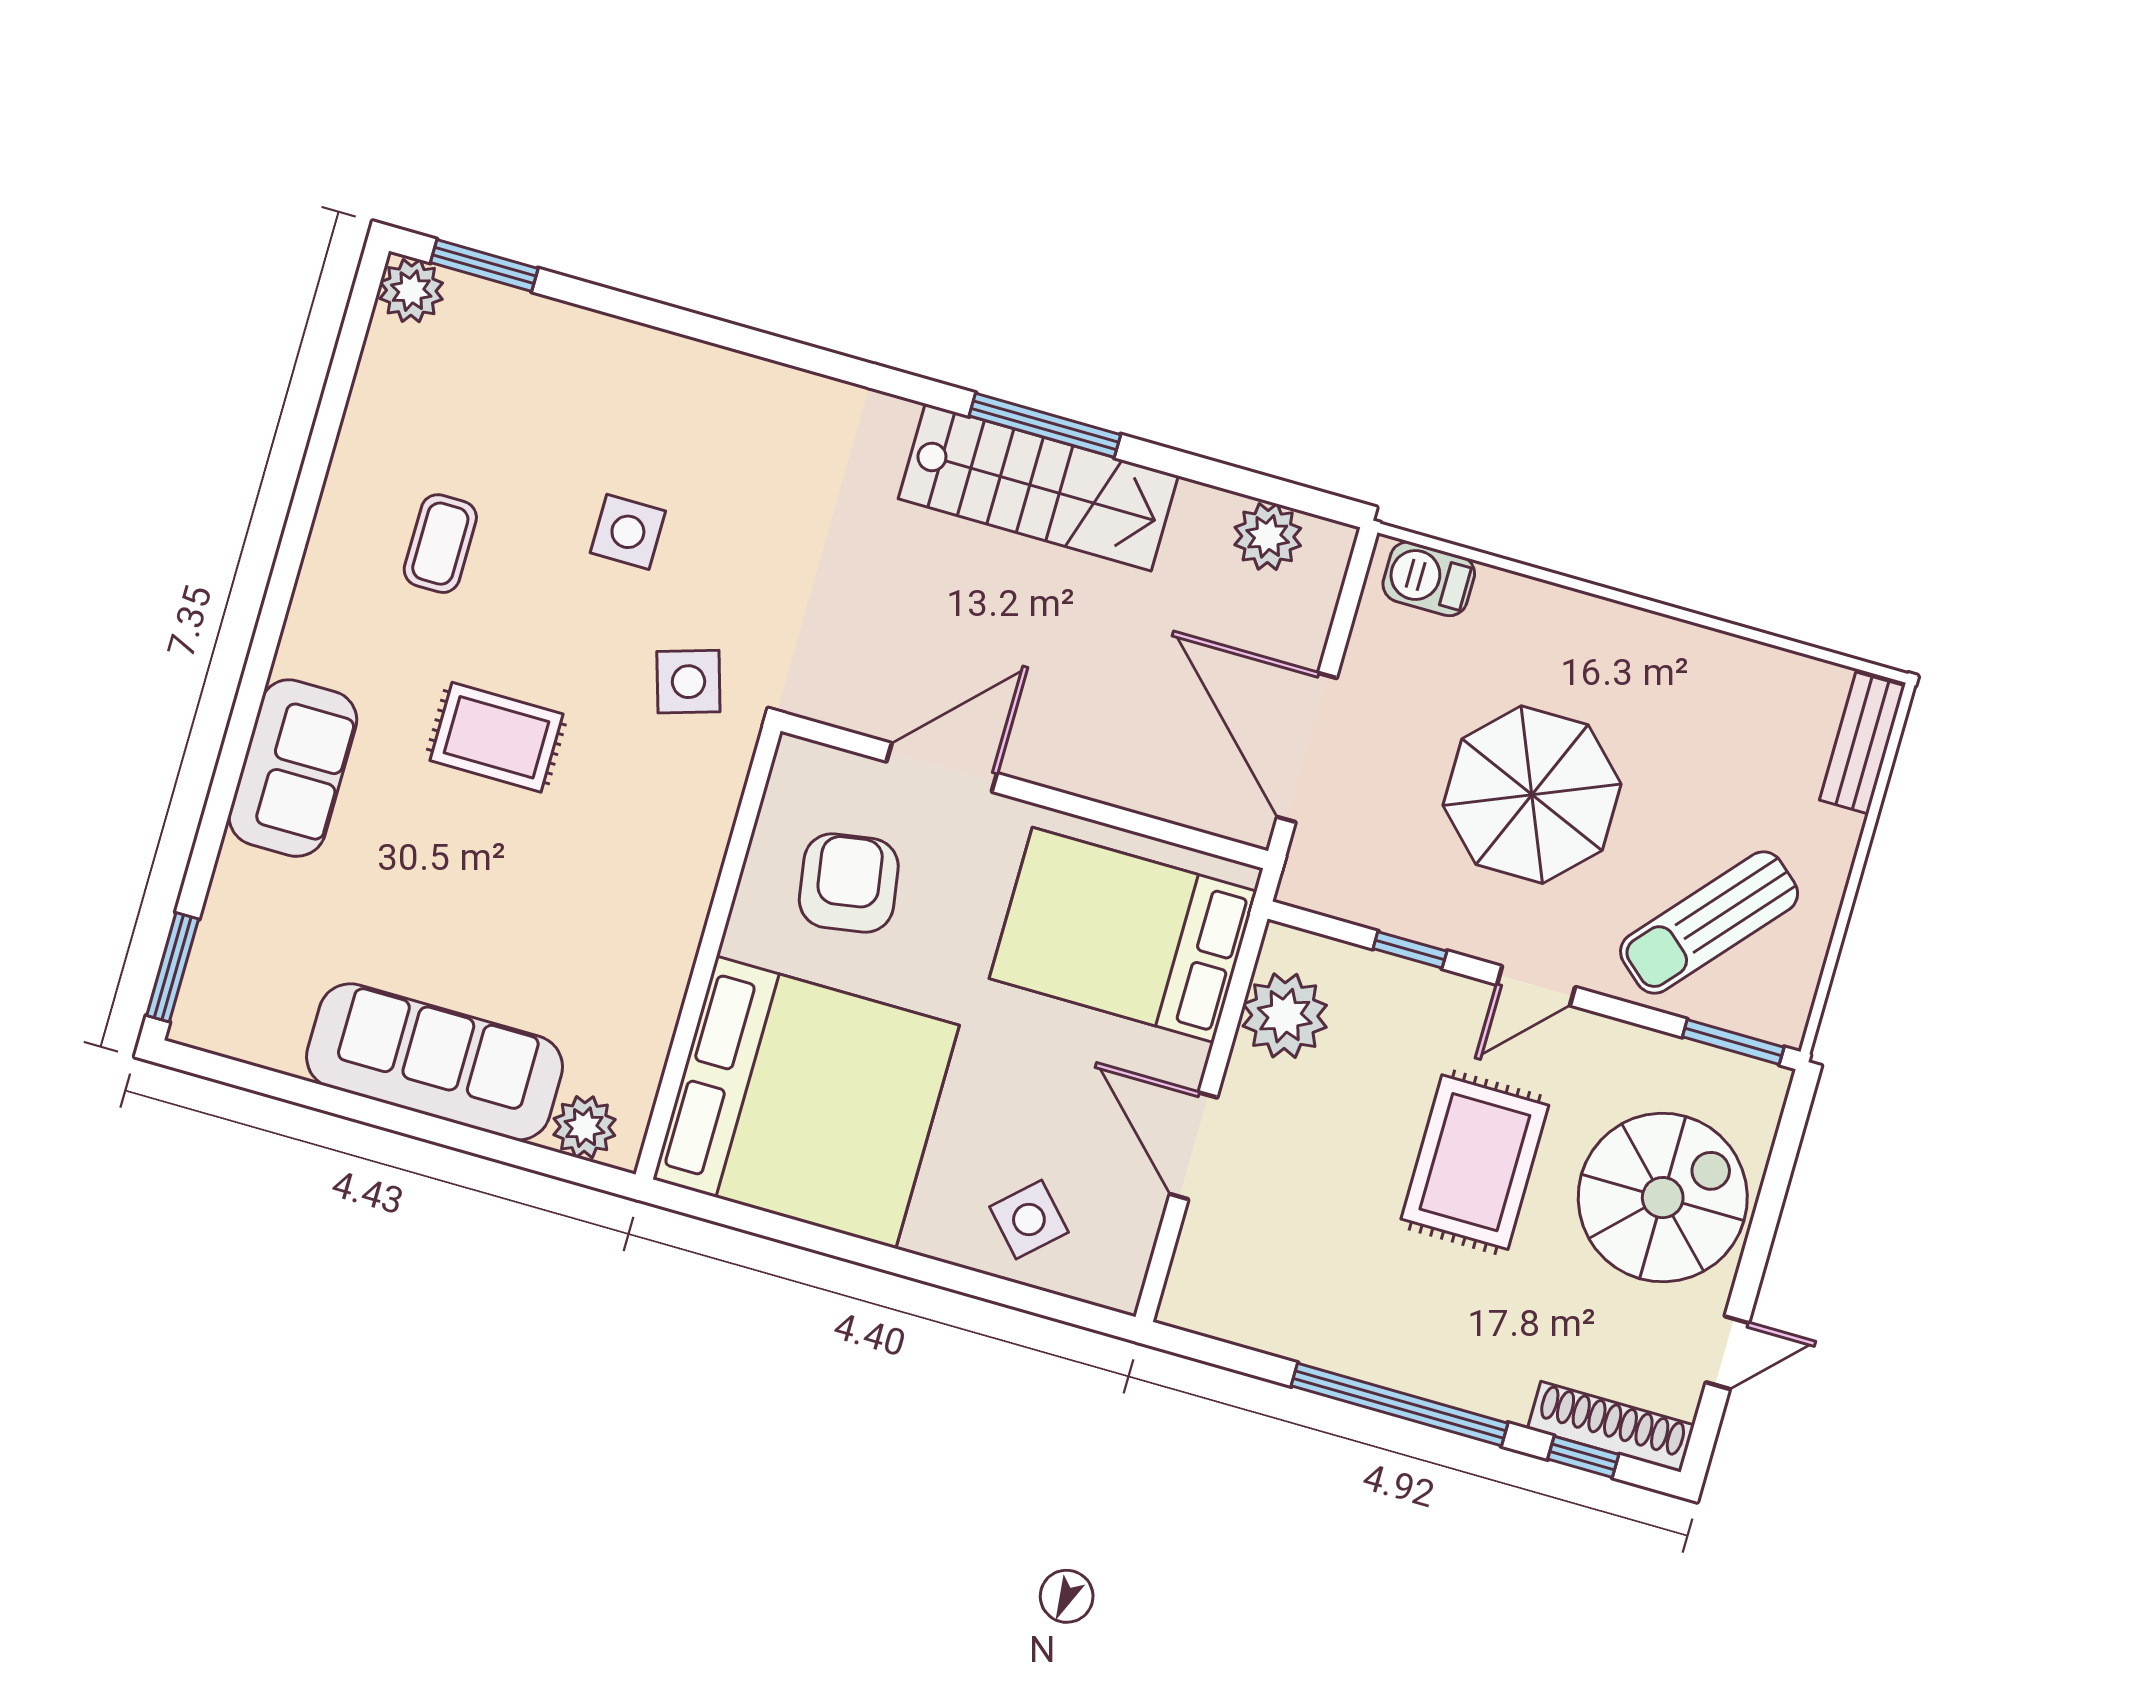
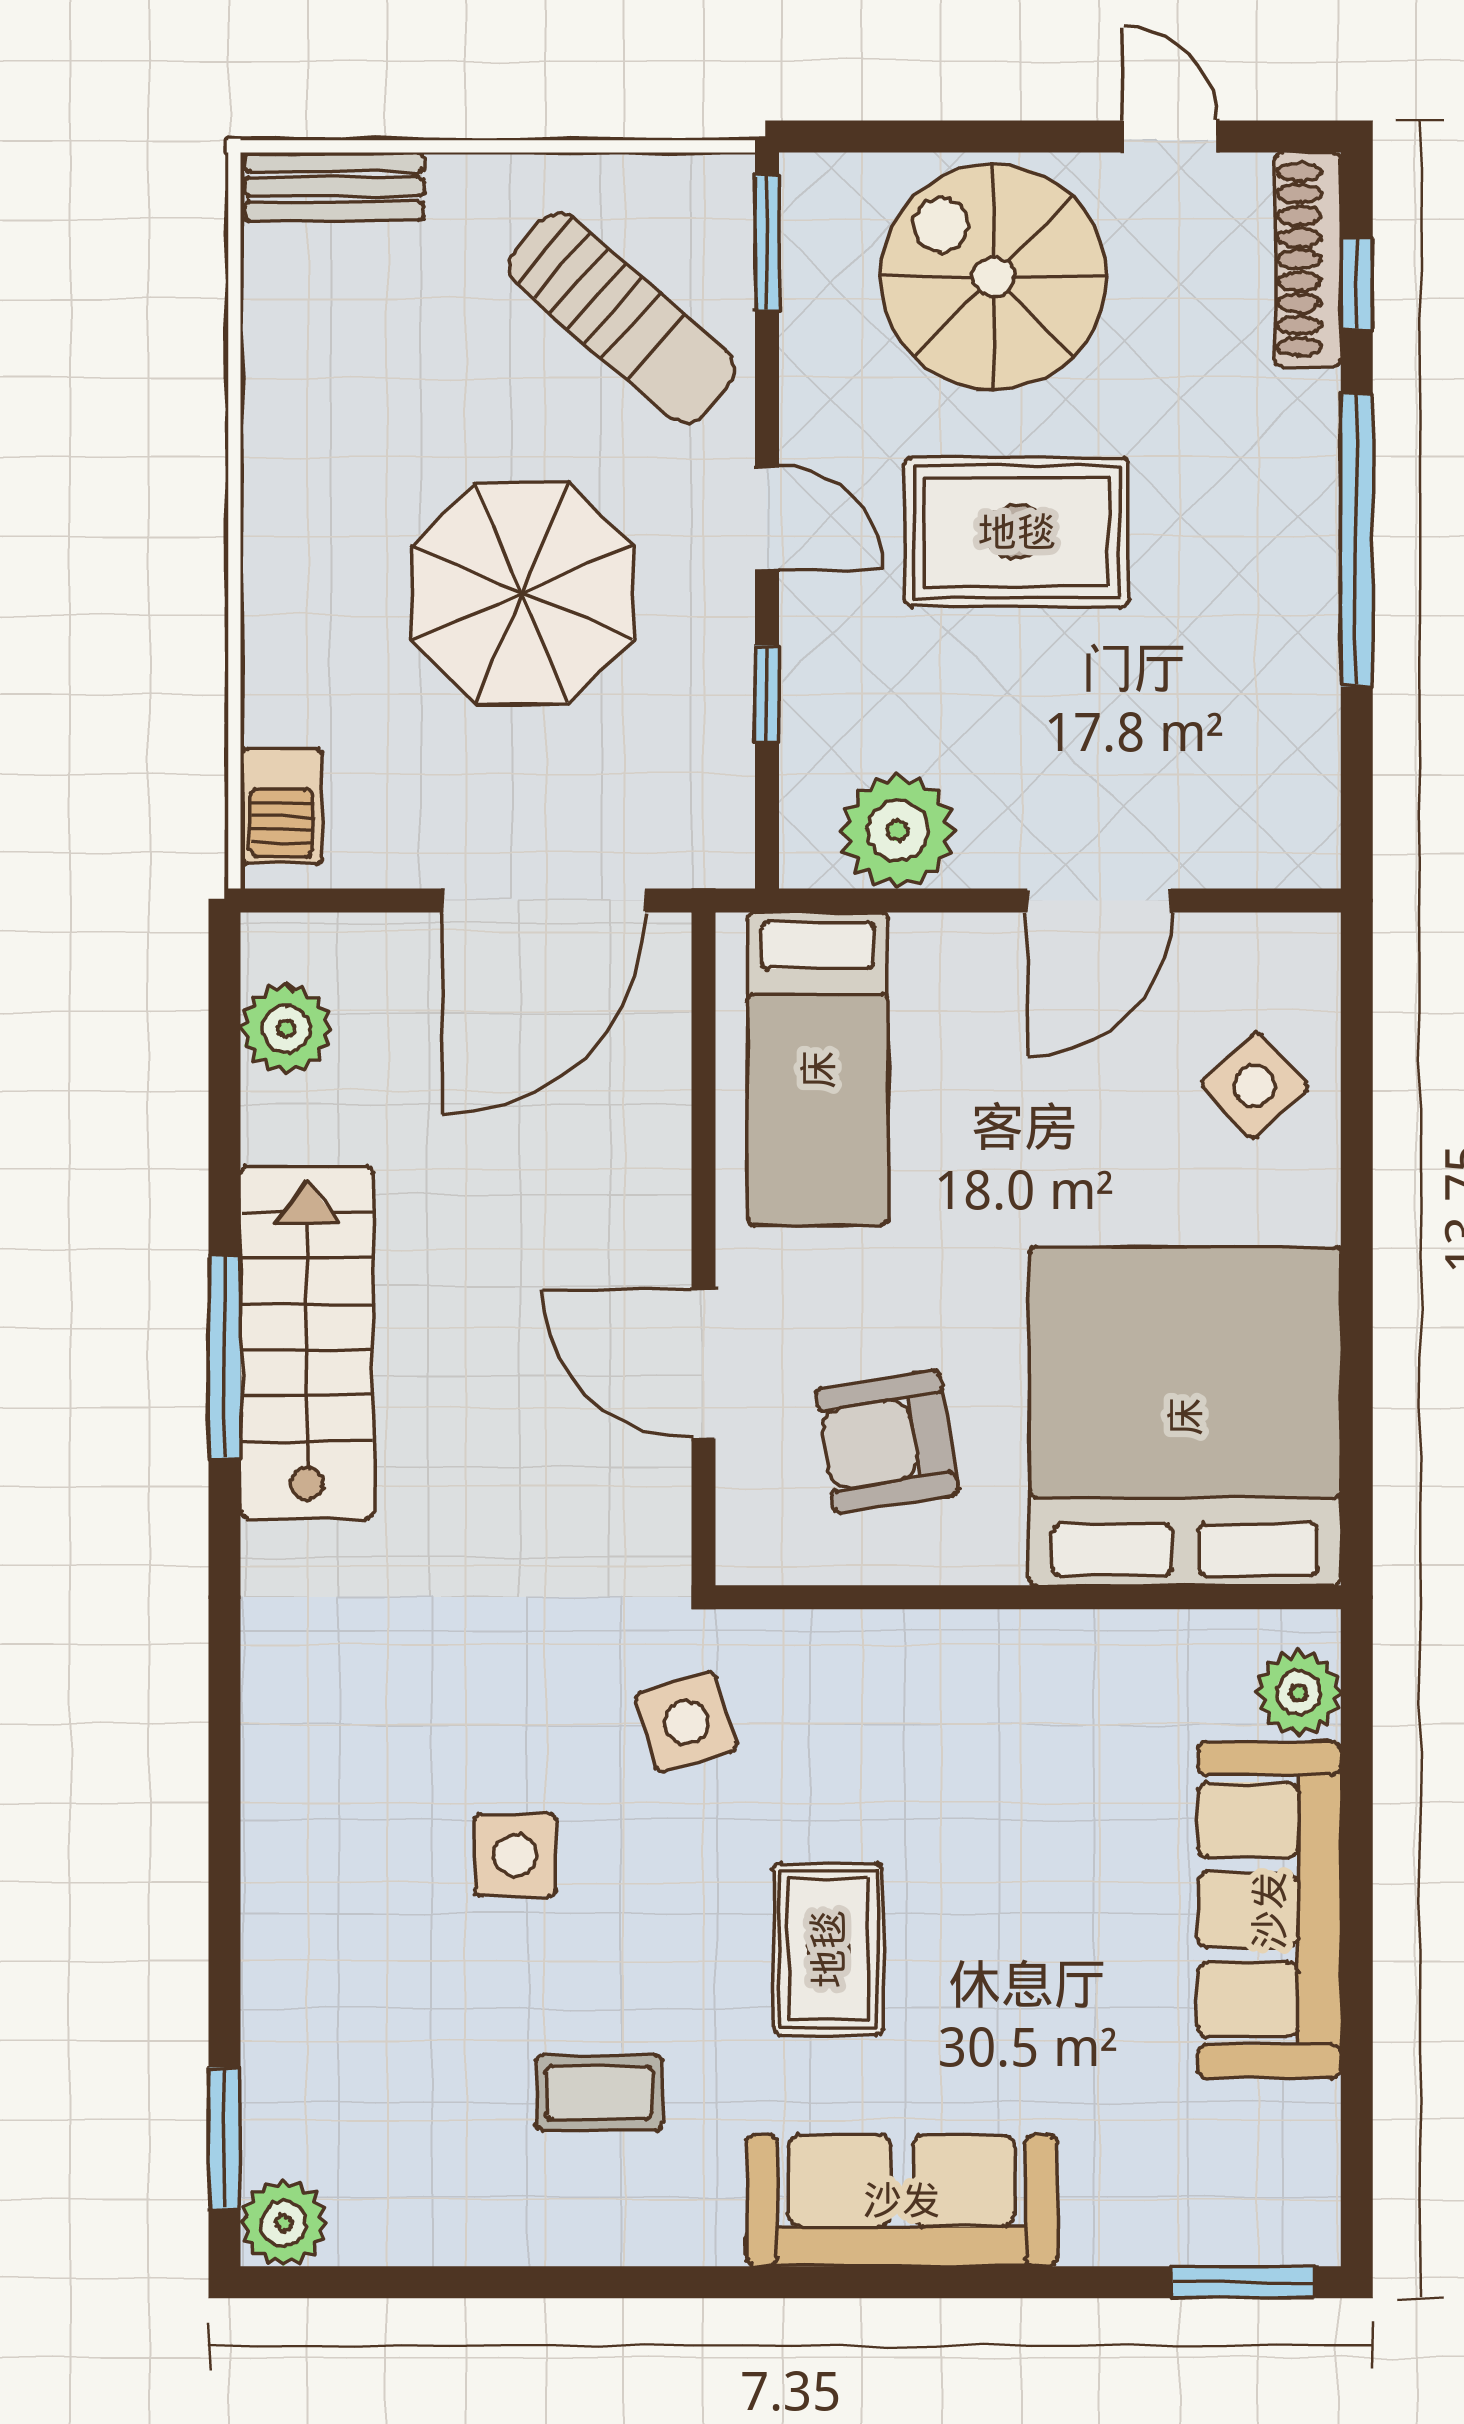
sofa: (293, 768) -> (902, 2200), width x1.36
bed: (1123, 935) -> (818, 1069), width x0.67

